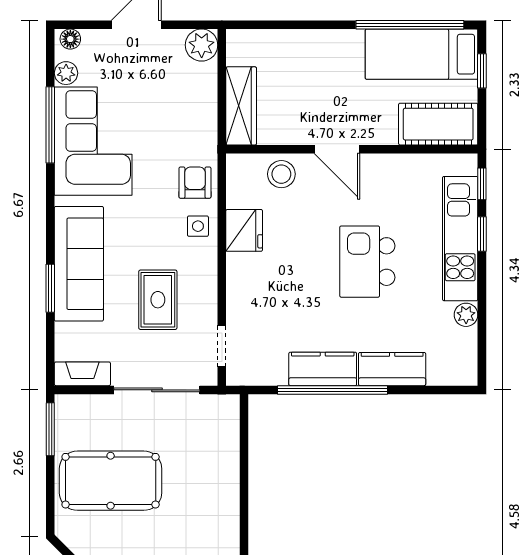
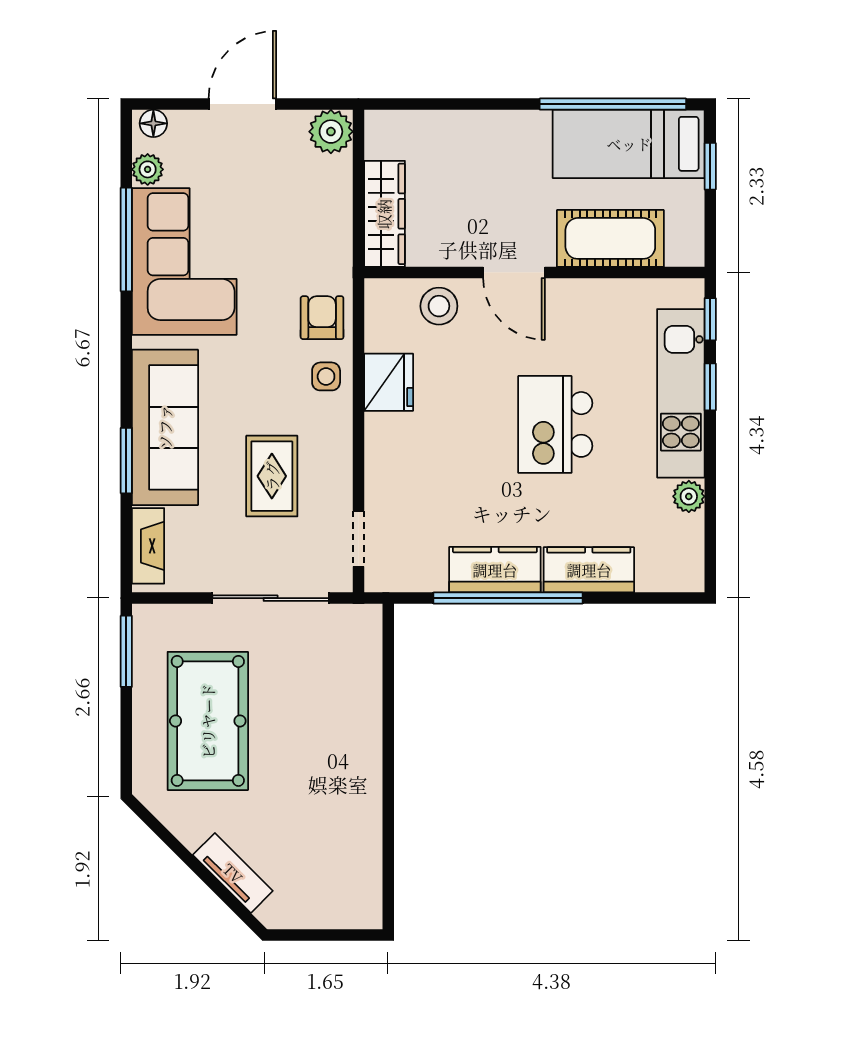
cot: (438, 124) -> (610, 238), moved
fireplace: (82, 374) -> (148, 546), moved, turned 90
pool table: (111, 481) -> (208, 721), turned 90

